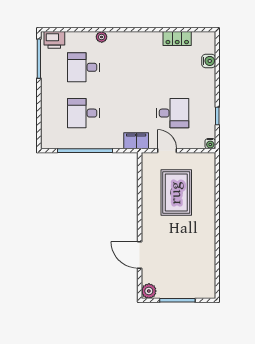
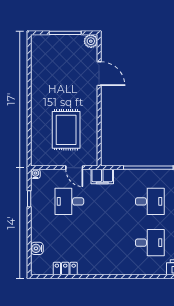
plant: (102, 37) -> (133, 270), removed

